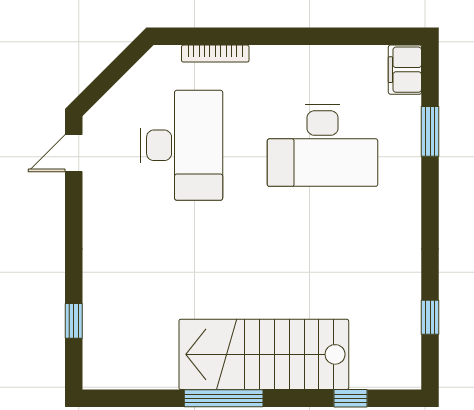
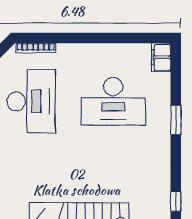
bookcase: (215, 54) -> (36, 48), moved
window: (430, 131) -> (176, 120), moved

